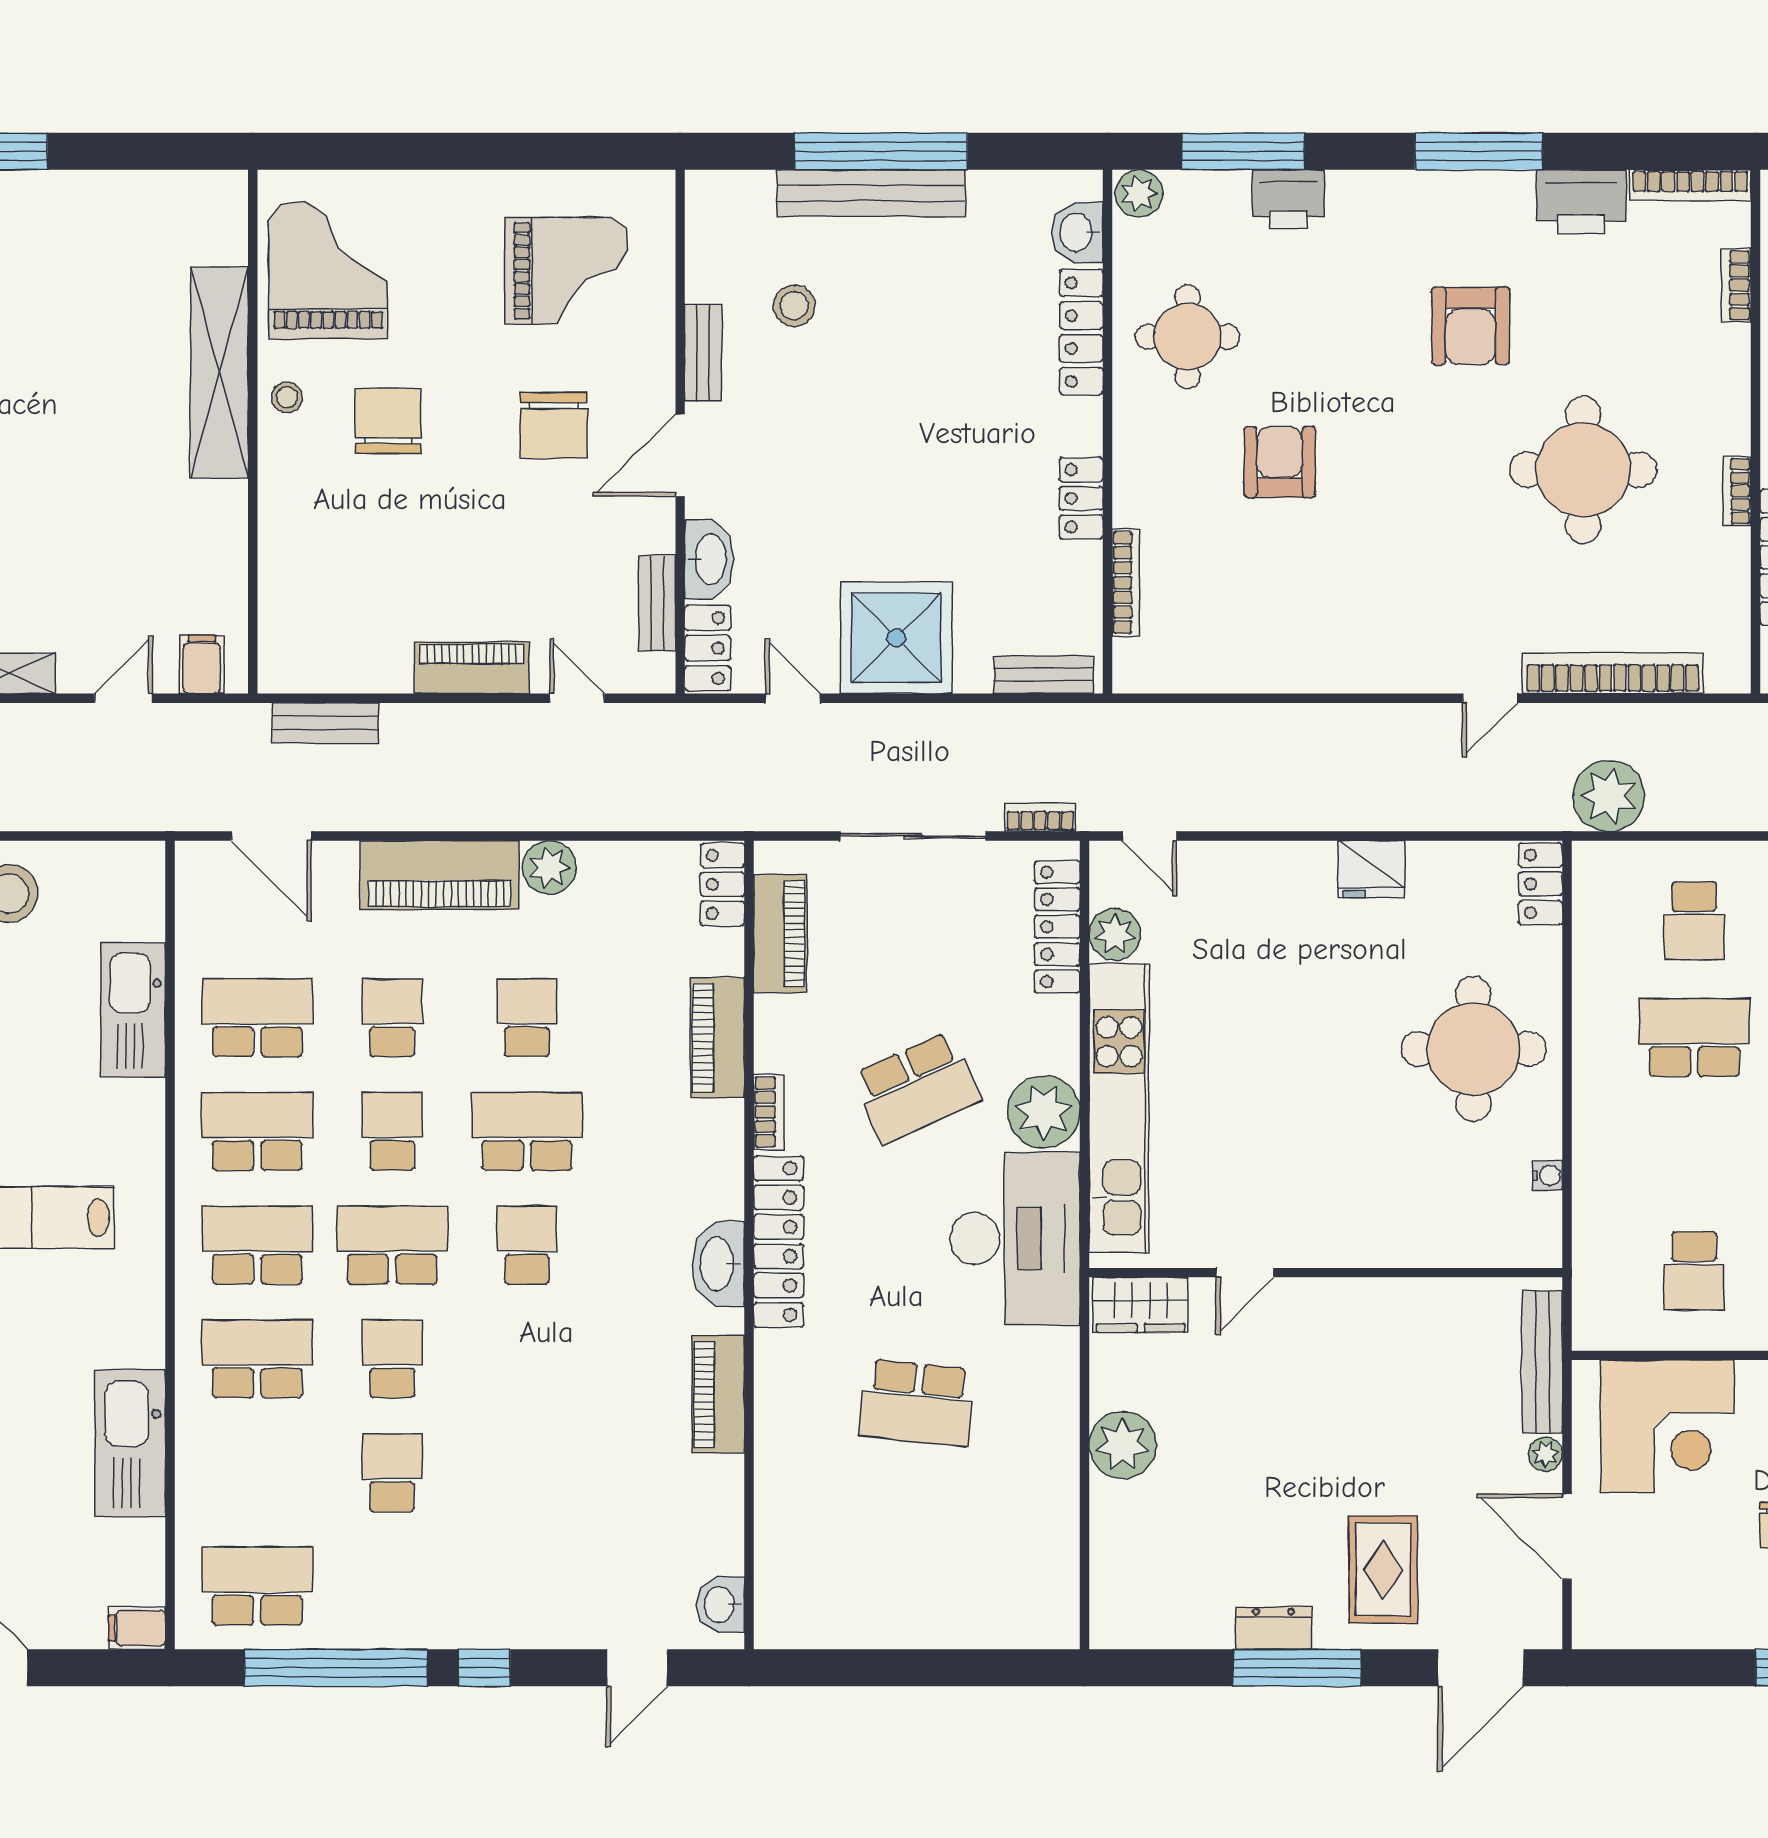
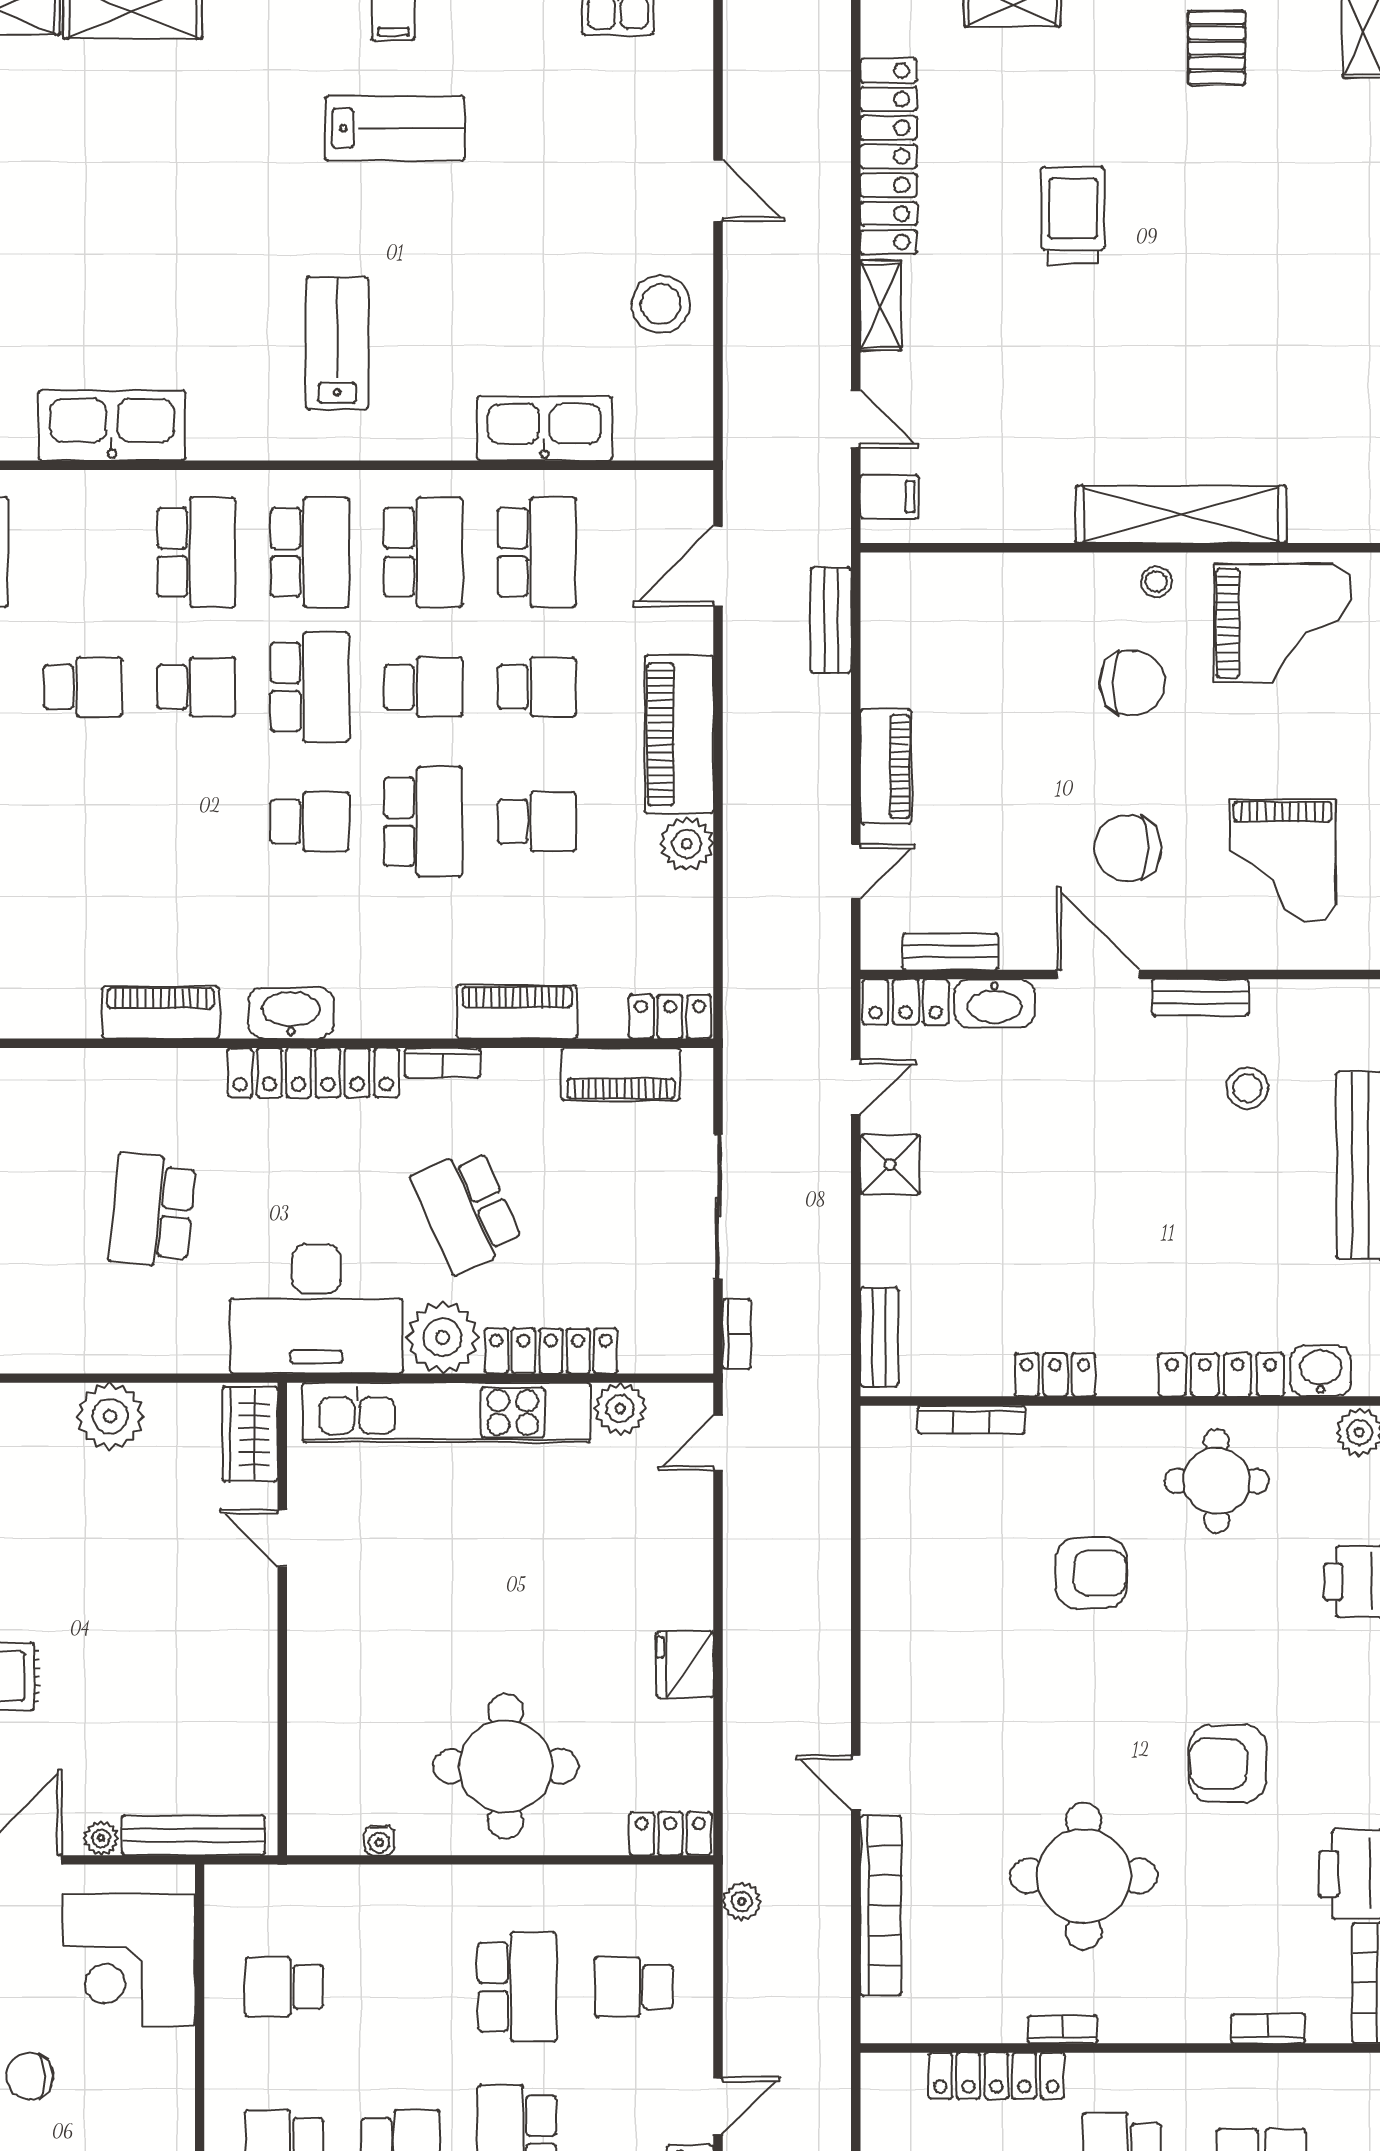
shower: (896, 638) -> (890, 1164), width x0.54, depth x0.54
plant: (1609, 796) -> (742, 1902), width x0.53, depth x0.53
locker: (1057, 927) -> (551, 1351), moved

